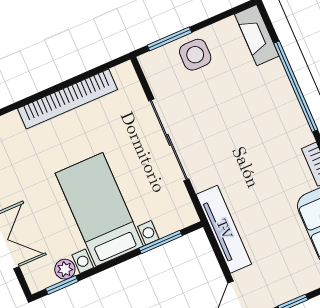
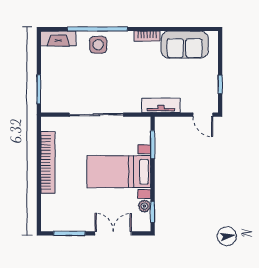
side table: (195, 55) -> (98, 45), moved
tv unit: (224, 229) -> (161, 105), width x0.71

